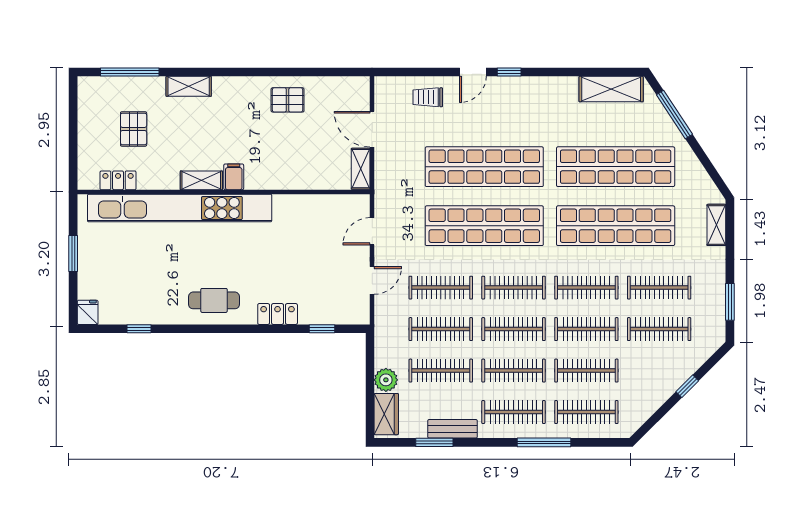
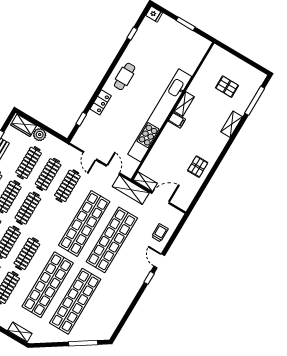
shelving: (611, 89) -> (131, 190), moved, turned 90
locker: (118, 180) -> (207, 65), removed
kitchen unit: (180, 208) -> (160, 115), moved
clothes rail: (514, 288) -> (47, 220), removed

